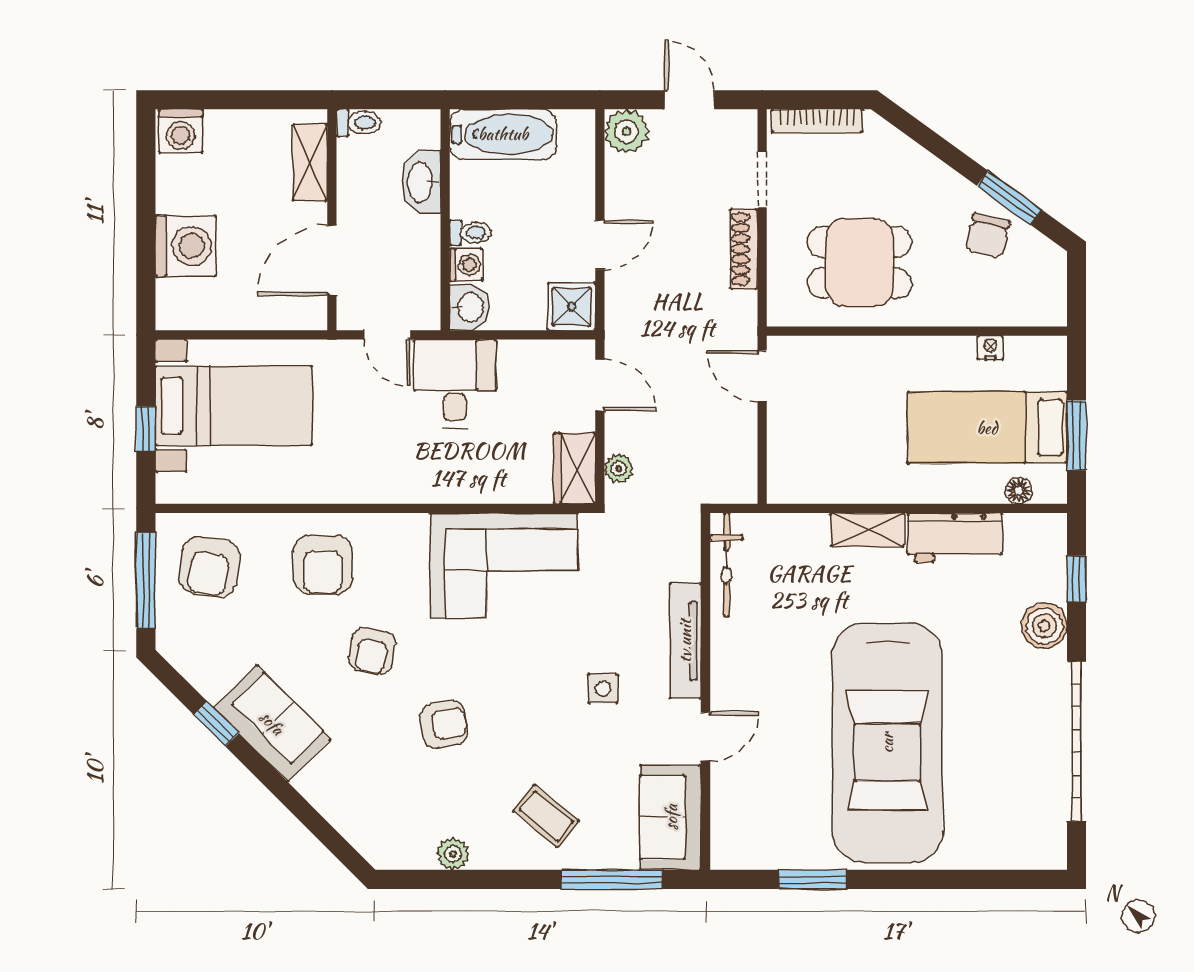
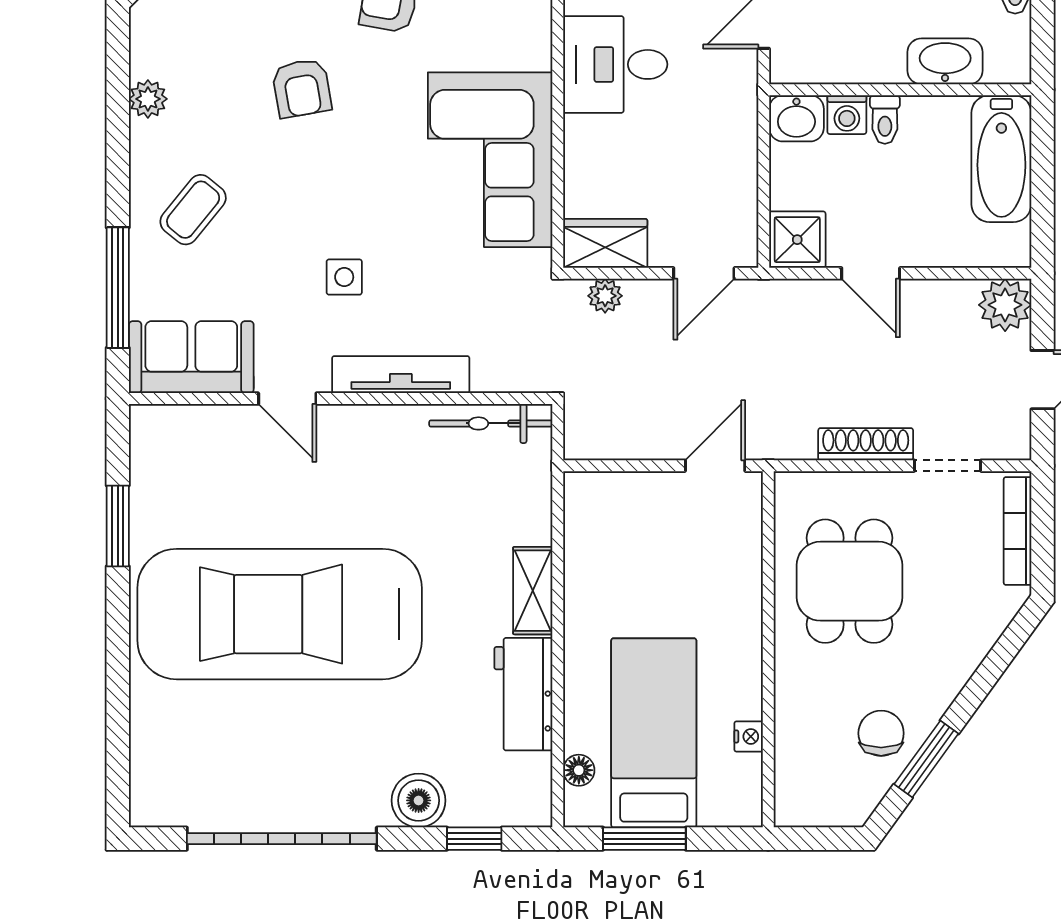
chair: (988, 236) -> (881, 733), turned 77
desk: (455, 383) -> (615, 64), moved, turned 180

